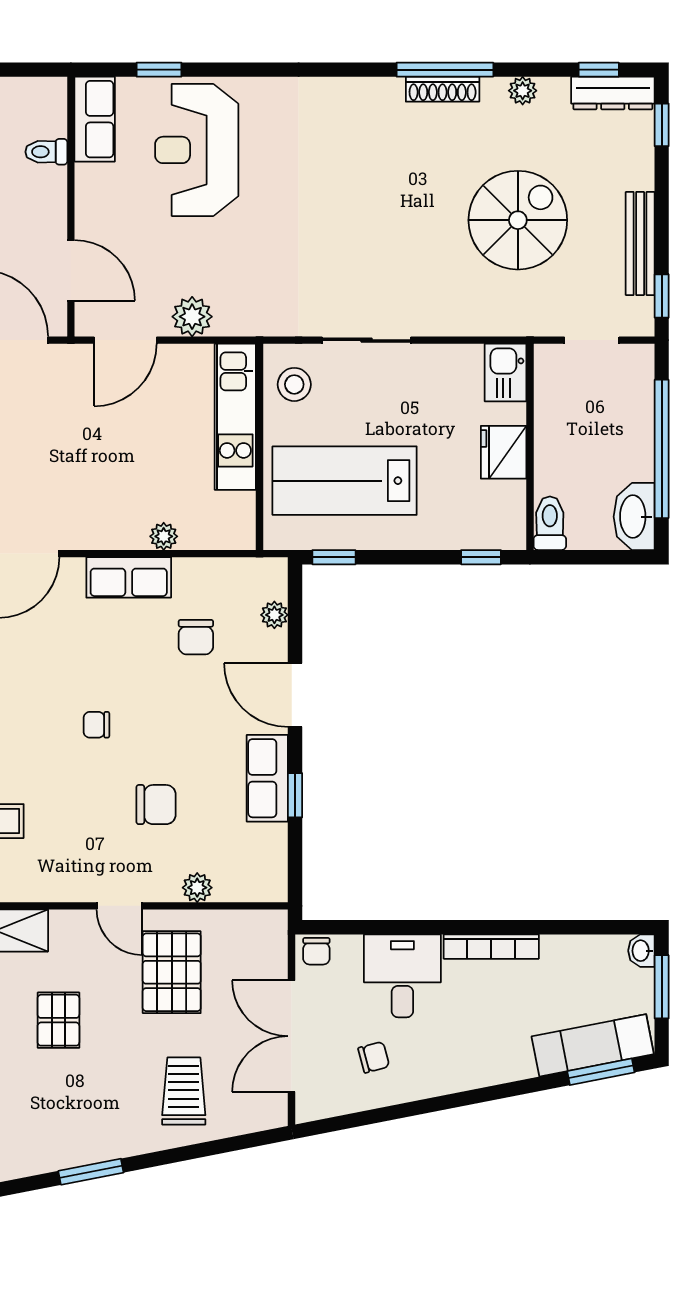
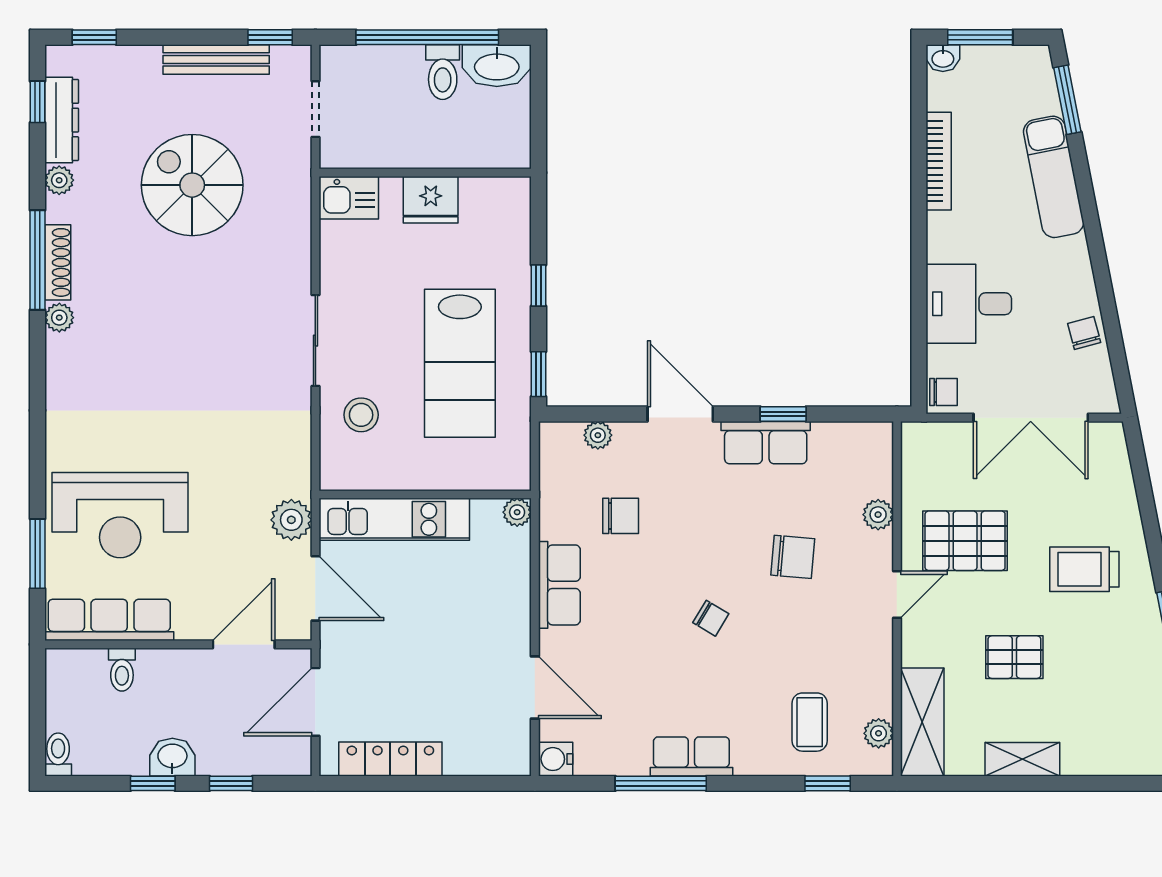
window: (159, 70) -> (38, 554), width x1.50
plant: (389, 91) -> (59, 318), added
dresser: (613, 93) -> (62, 120), moved
row of seats: (95, 119) -> (109, 620), width x1.48
kitchen unit: (235, 417) -> (394, 519), moved
wall: (259, 447) -> (425, 494), moved
toilet: (550, 523) -> (443, 72), moved, turned -90
plant: (164, 536) -> (517, 512), moved
window: (481, 557) -> (539, 286), moved
door: (295, 695) -> (680, 414), swing flipped
chair: (96, 725) -> (711, 618), turned -59
chair: (156, 805) -> (793, 557), turned 95
bookcase: (491, 947) -> (939, 161), moved
exam couch: (593, 1045) -> (1054, 177), moved
chair: (374, 1057) -> (1084, 333), moved
trolley: (184, 1091) -> (1084, 569), moved

